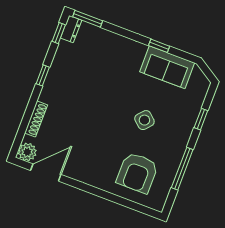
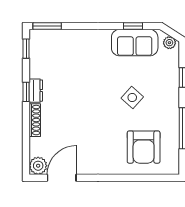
dresser: (71, 29) -> (36, 91), moved
window: (159, 46) -> (133, 26), moved
plant: (201, 80) -> (169, 43), added
shoe rack: (36, 119) -> (35, 120), moved

